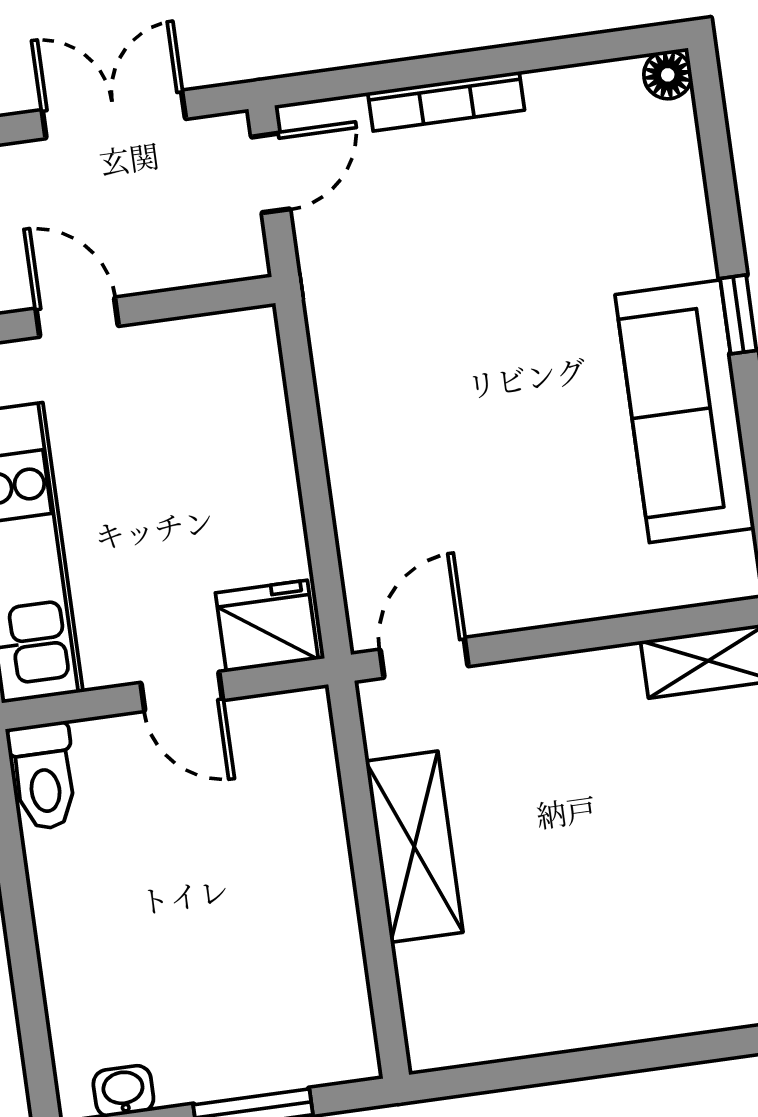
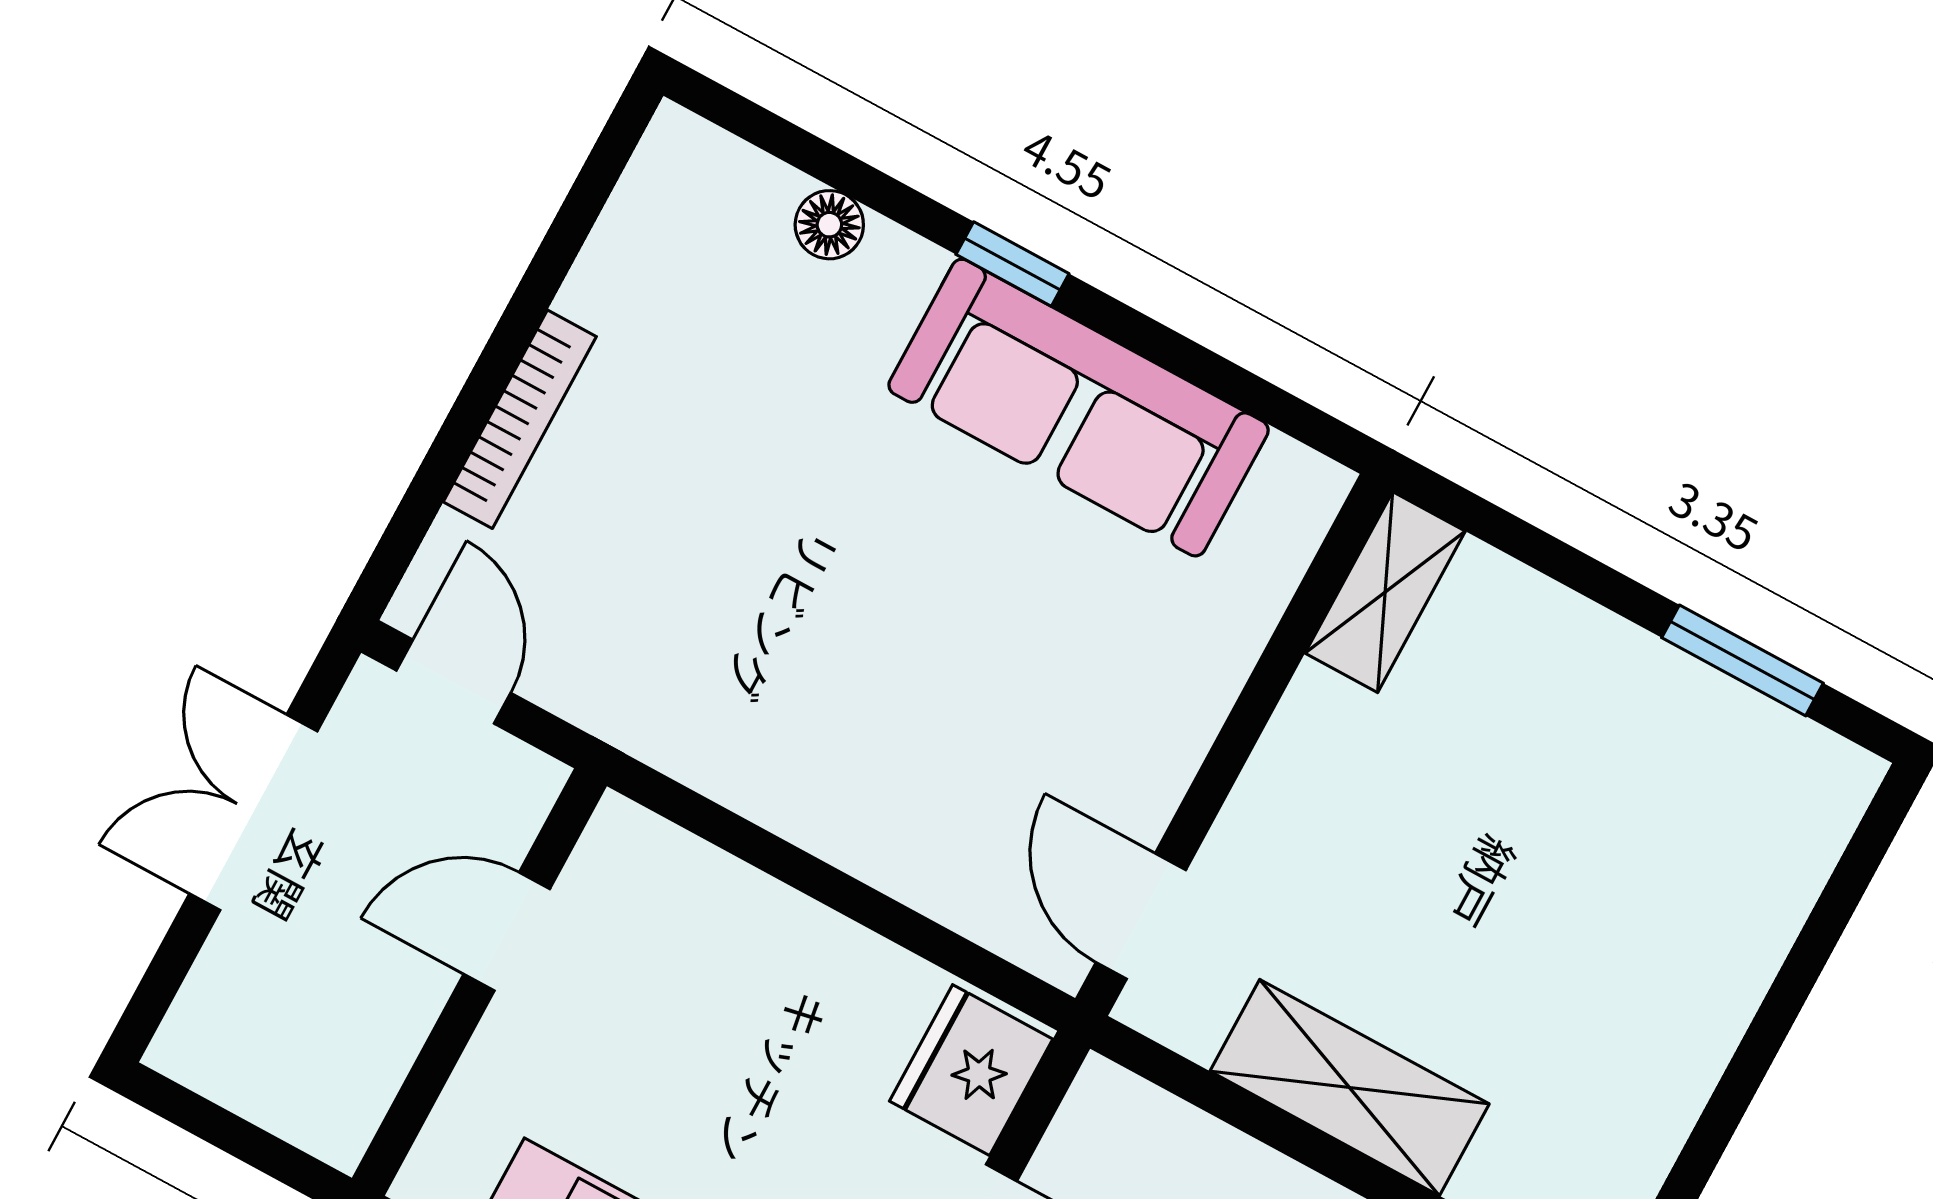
floor lamp: (668, 75) -> (829, 225), moved
door: (77, 317) -> (507, 931), moved

